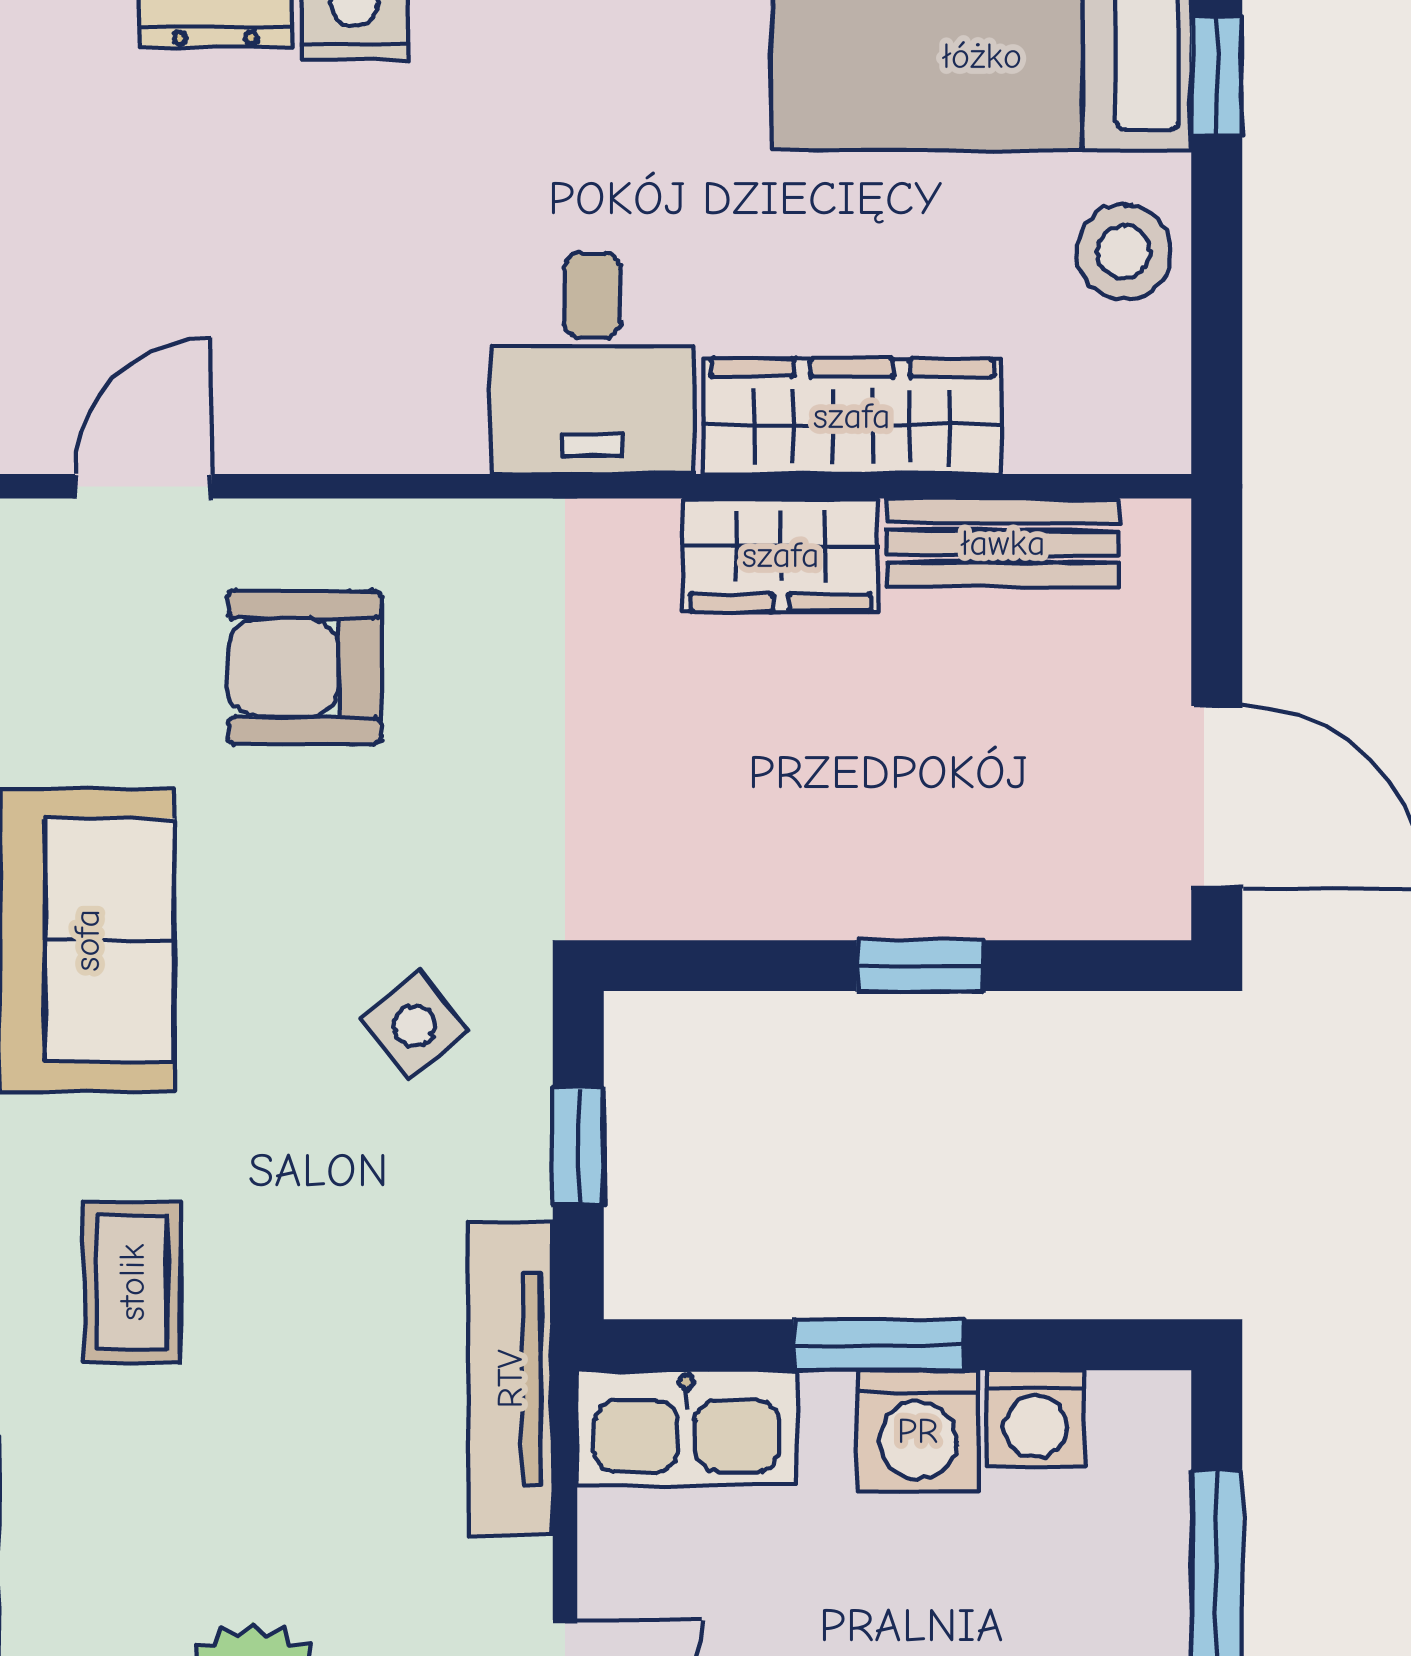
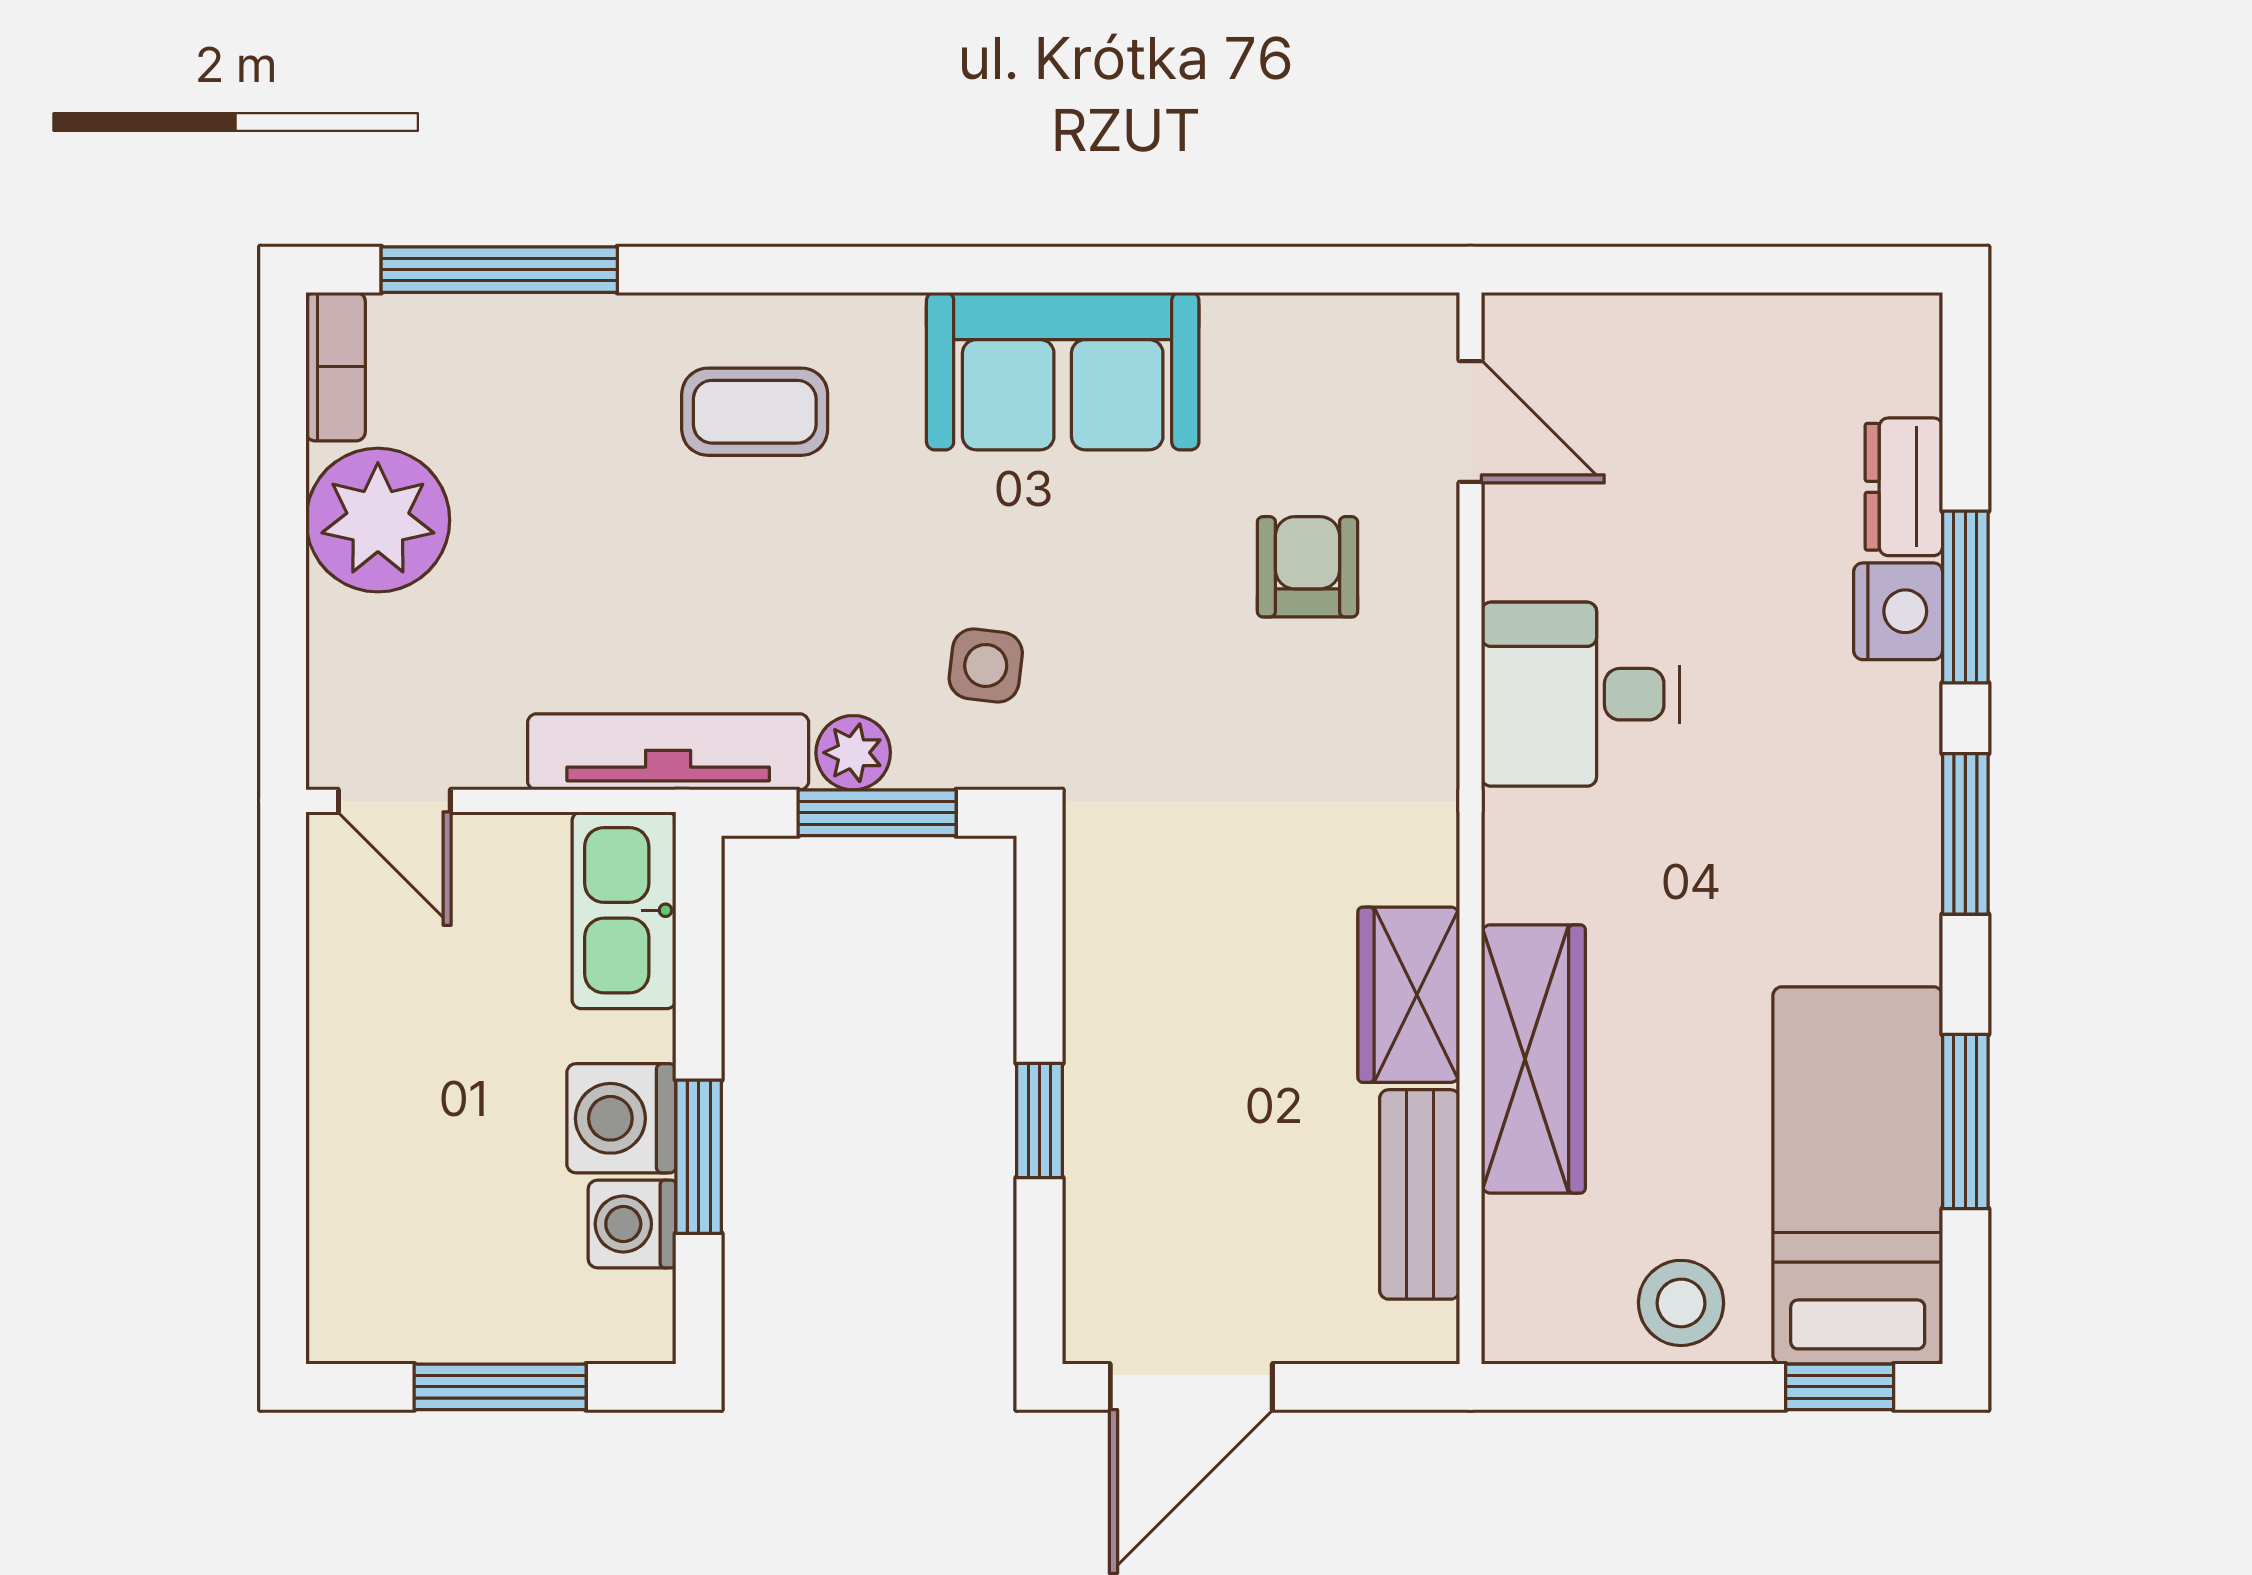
desk: (592, 364) -> (1581, 694), moved
armchair: (305, 668) -> (1307, 567), width x0.72, depth x0.72
side table: (414, 1025) -> (986, 665), turned 45
window: (578, 1146) -> (877, 813), width x1.50
plant: (511, 1173) -> (853, 753), added
window: (879, 1345) -> (699, 1157), moved

